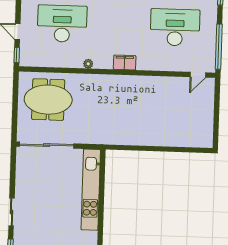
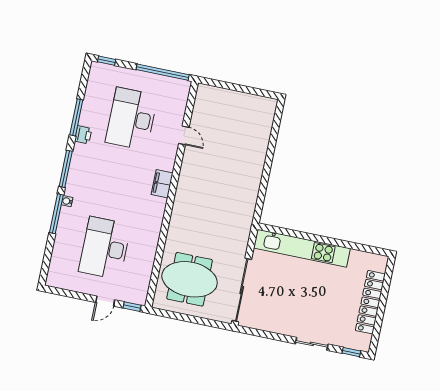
plant: (88, 64) -> (156, 226), removed
door: (198, 75) -> (184, 135), moved
meeting table: (48, 100) -> (190, 279), turned 90

